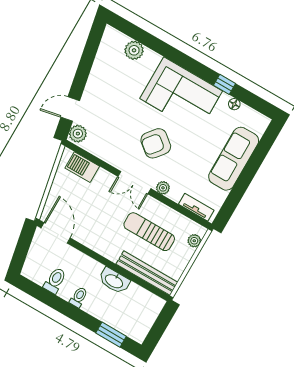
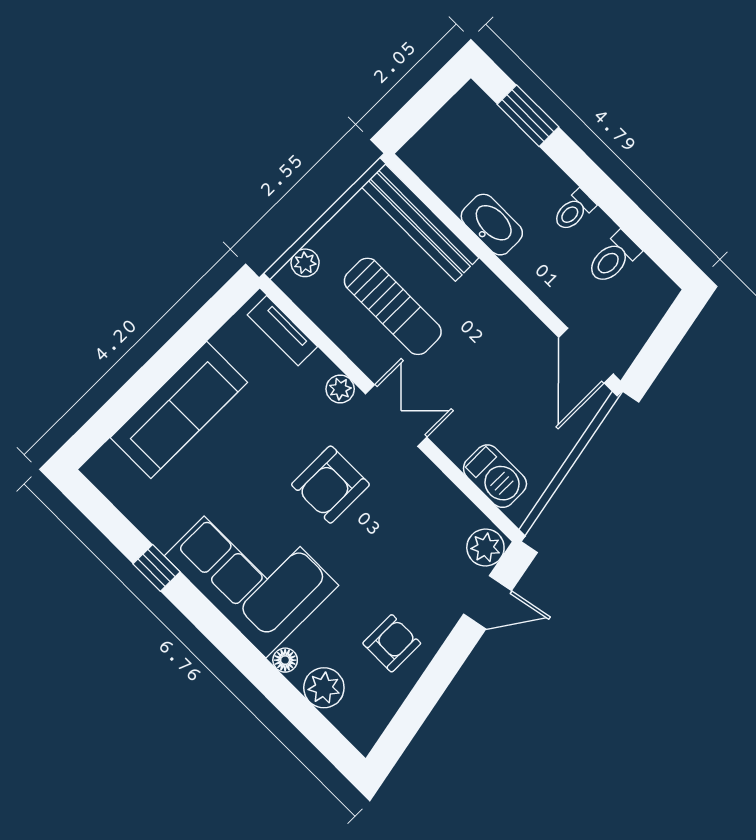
armchair: (109, 79) -> (392, 643), added
floor lamp: (234, 104) -> (285, 660), moved
armchair: (156, 143) -> (330, 485), turned 141

